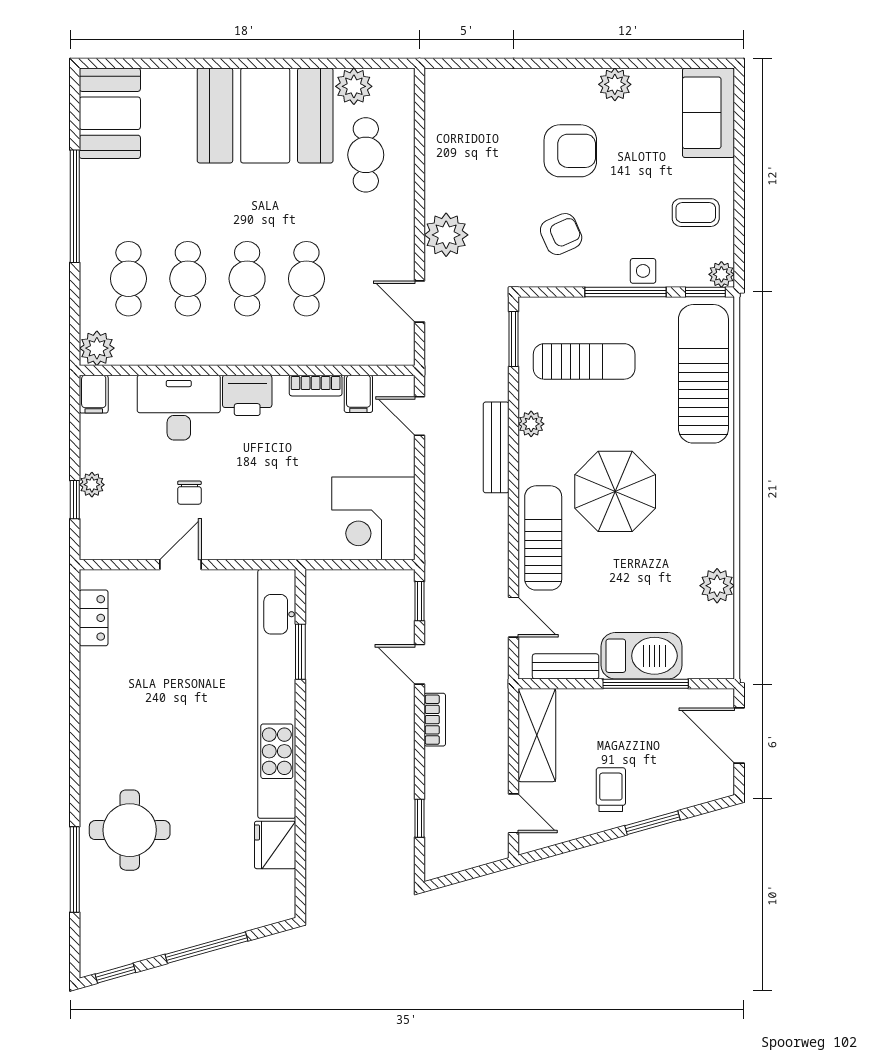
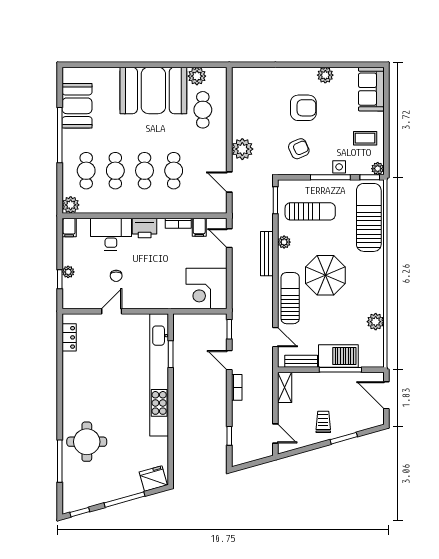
booth: (110, 113) -> (77, 106), moved
shelving: (537, 735) -> (285, 387), width x0.67, depth x0.75
fridge: (275, 845) -> (153, 479), moved, turned 74

